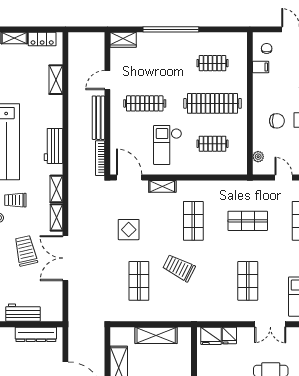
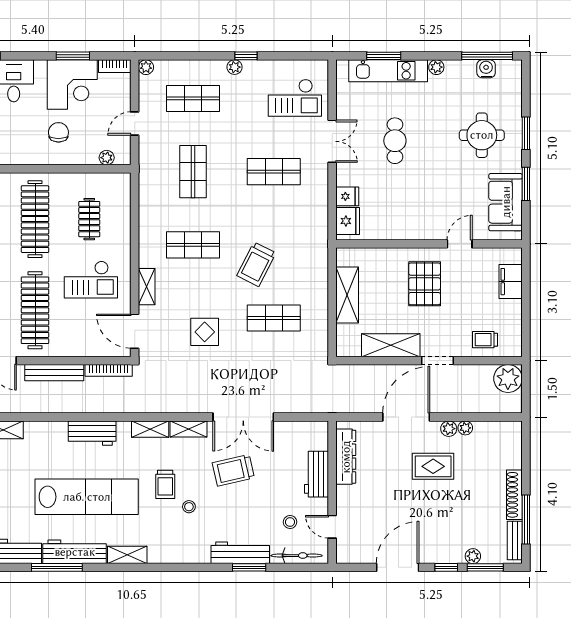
clothes rail: (145, 103) -> (35, 310), width x1.37, depth x1.31
door: (129, 177) -> (135, 331), hinge flipped

